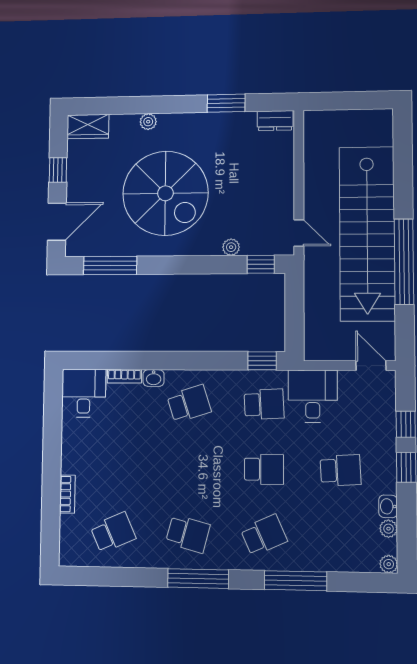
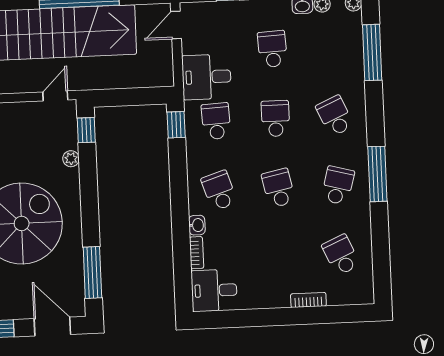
school desk: (188, 468) -> (278, 188), added
window: (296, 581) -> (372, 52), moved

